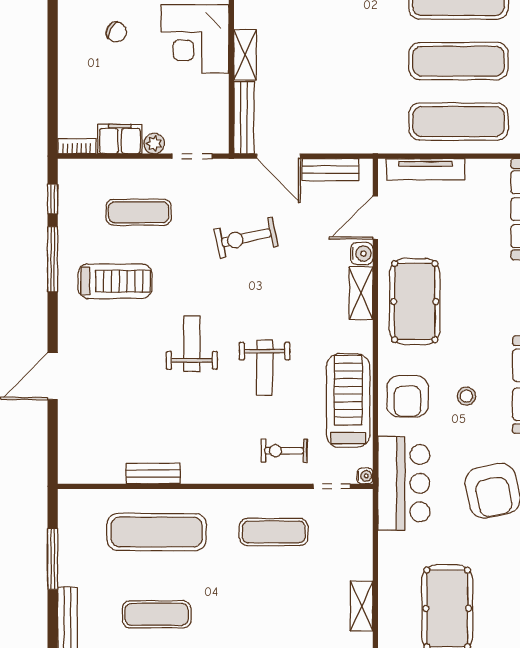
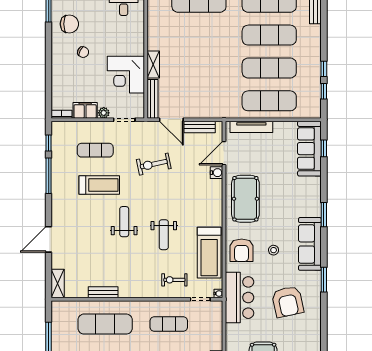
corner desk: (195, 39) -> (126, 75), moved
treadmill: (115, 281) -> (99, 185), moved
shelving: (361, 293) -> (58, 283), moved
treadmill: (348, 401) -> (209, 253), turned 180

